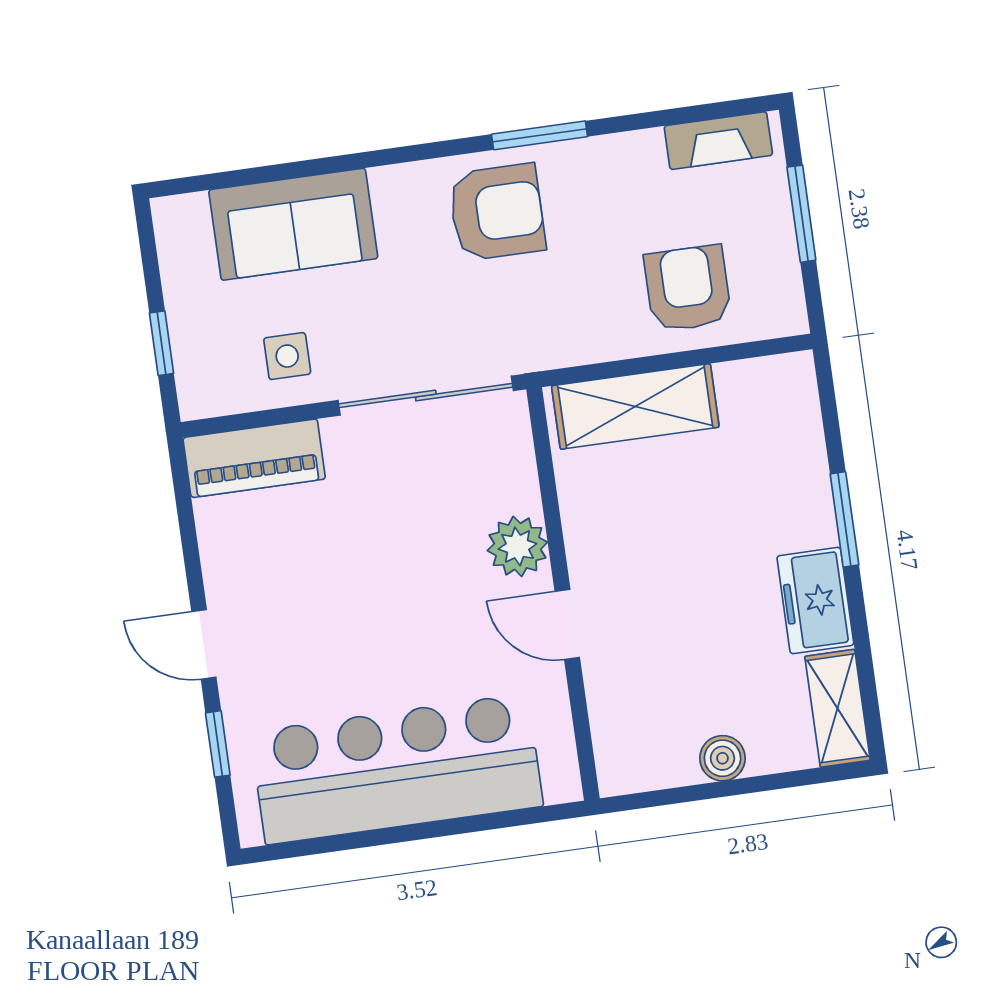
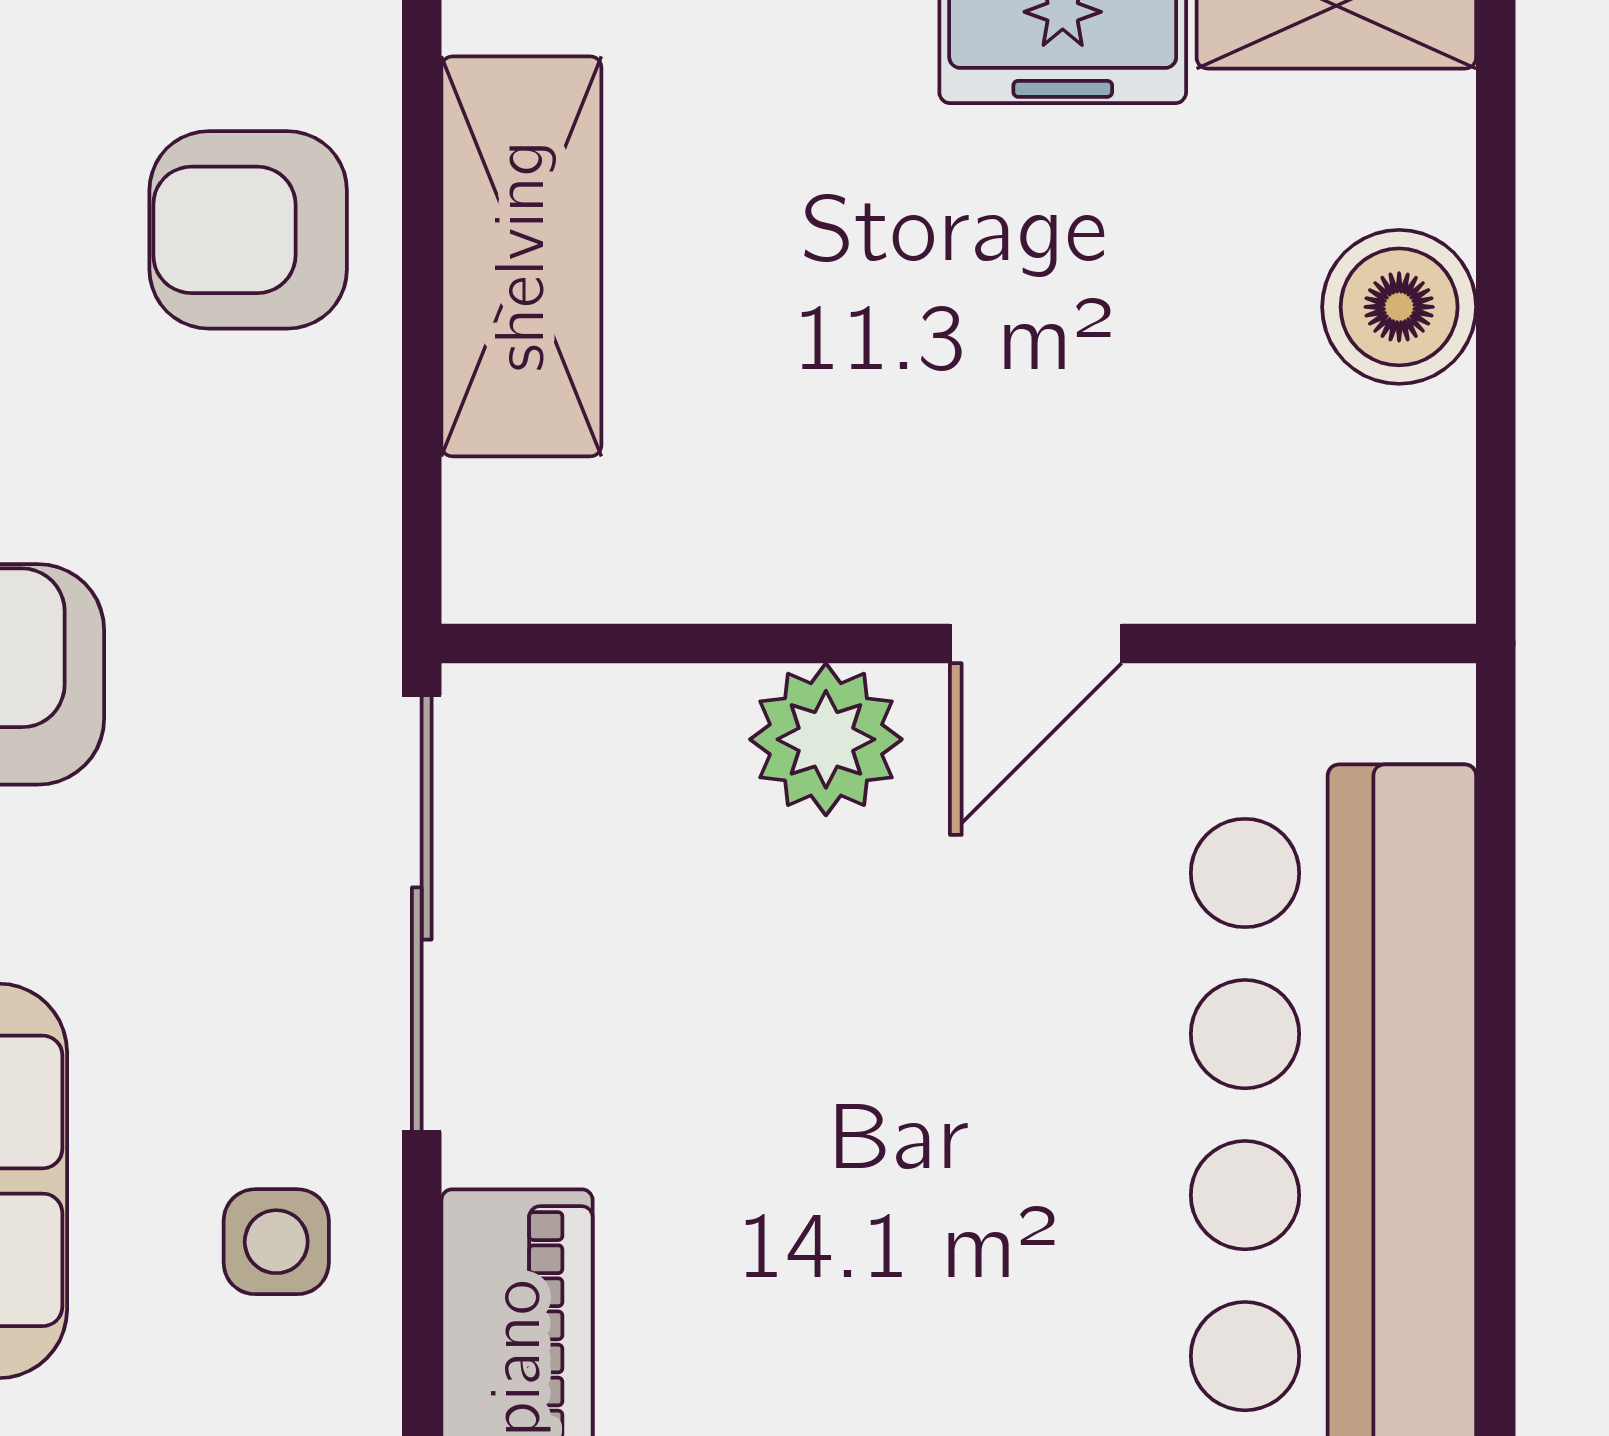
shelving: (635, 406) -> (521, 256), moved
boiler: (722, 758) -> (1399, 307), width x1.36, depth x1.36

